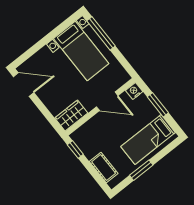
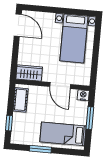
window: (101, 33) -> (97, 39), removed
window: (75, 150) -> (9, 123), moved
cot: (104, 167) -> (21, 100), moved

